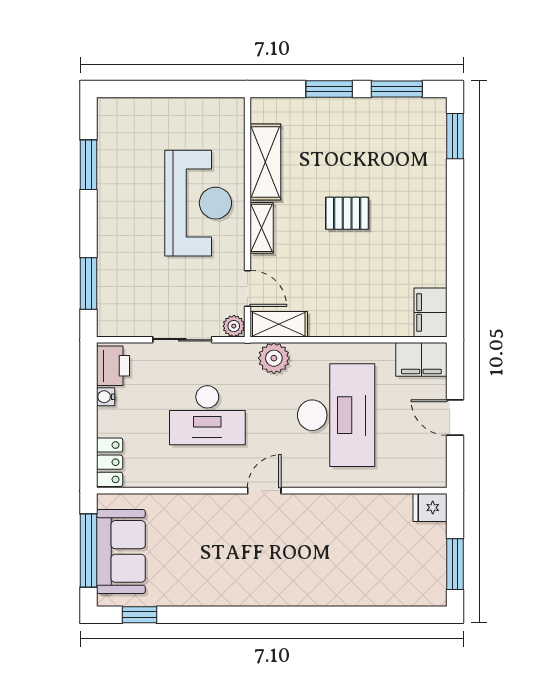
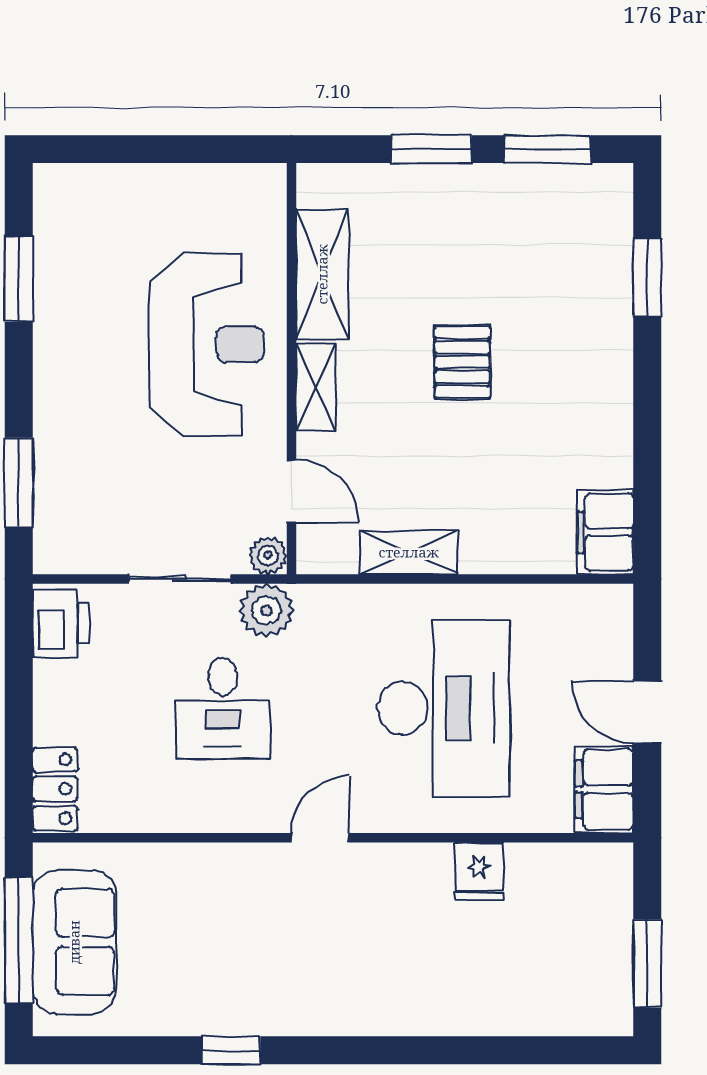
window: (455, 136) -> (647, 278), moved
pallet: (347, 213) -> (462, 362), turned 90
shelving: (279, 324) -> (409, 552), moved
plant: (274, 358) -> (266, 611), moved
filing cabinet: (421, 359) -> (604, 789), moved, turned 90
water cooler: (106, 397) -> (48, 677), removed
desk: (207, 415) -> (223, 708), width x0.73
fridge: (430, 508) -> (479, 871), moved, turned -90
window: (139, 615) -> (231, 1050), moved

